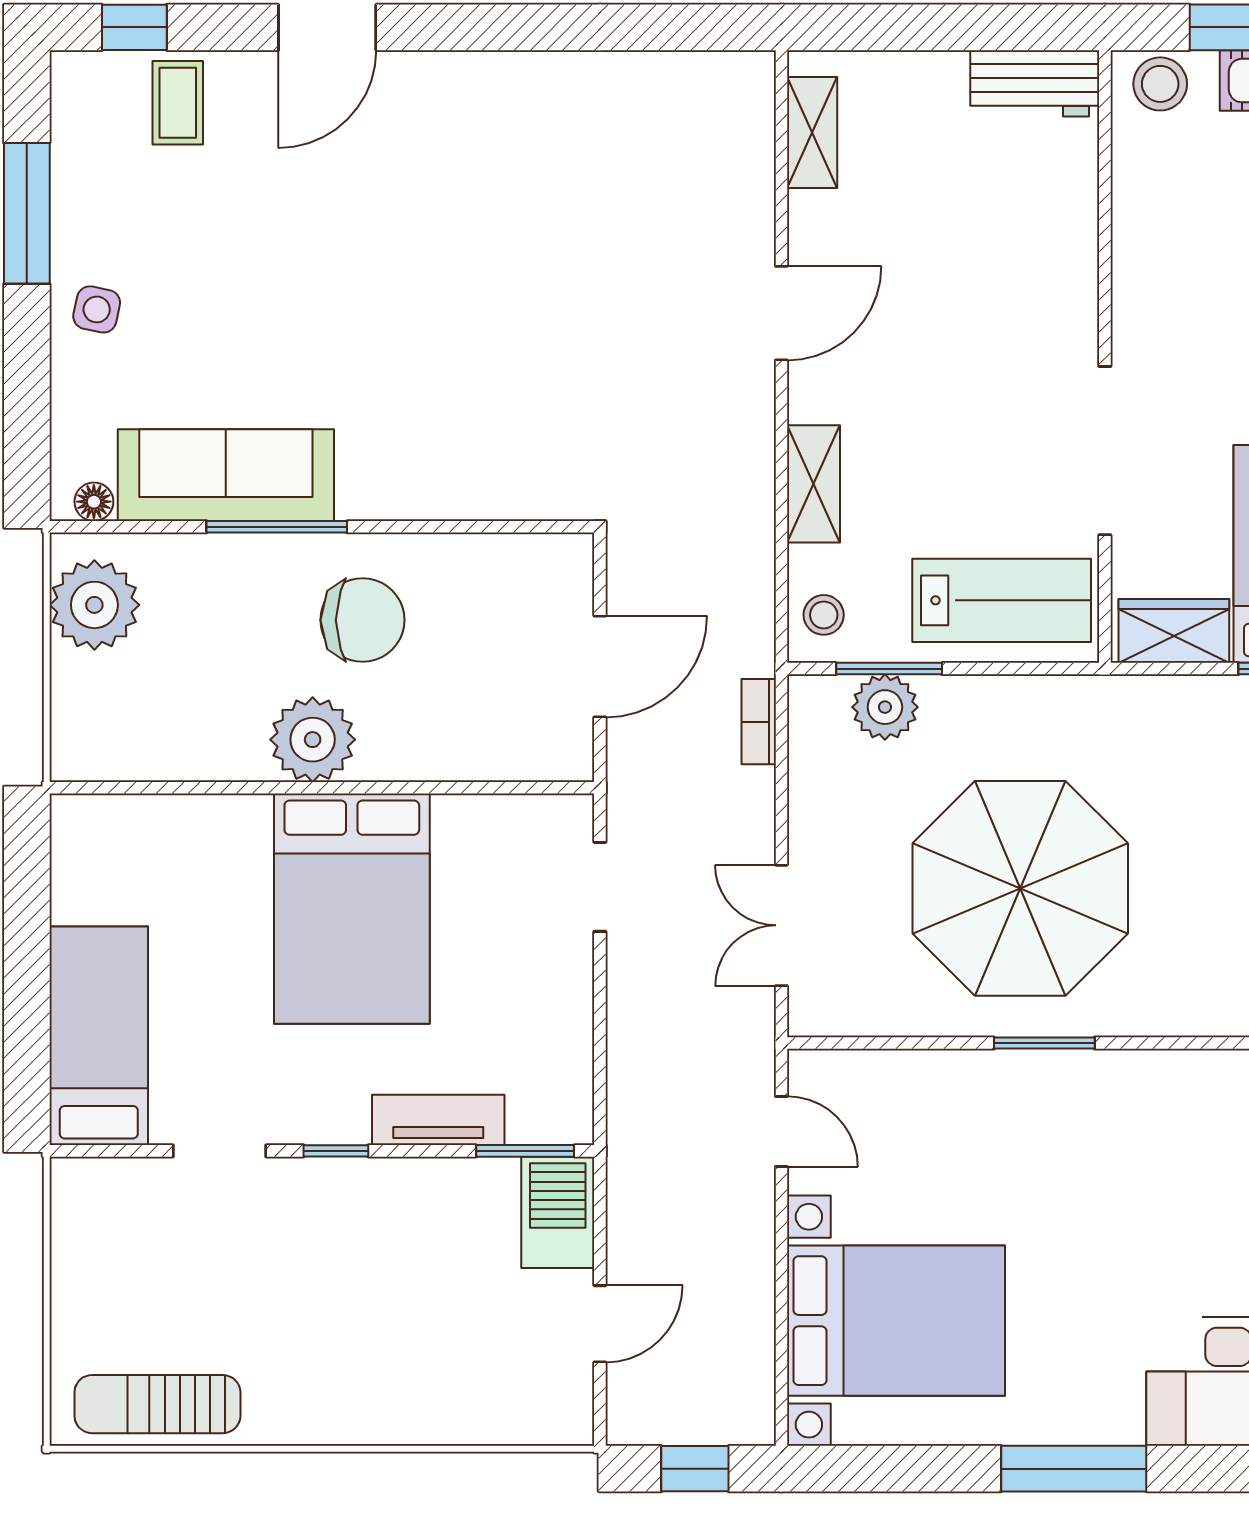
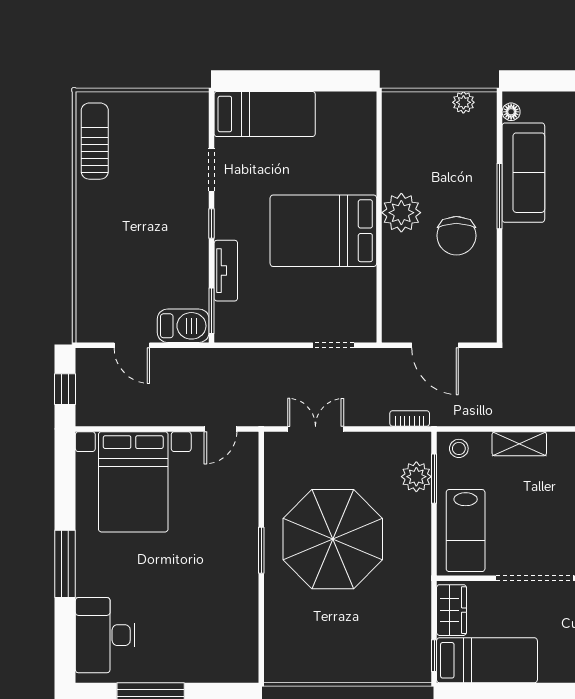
plant: (94, 605) -> (463, 102), width x0.53, depth x0.53

